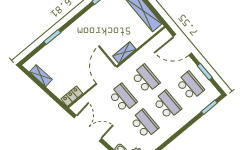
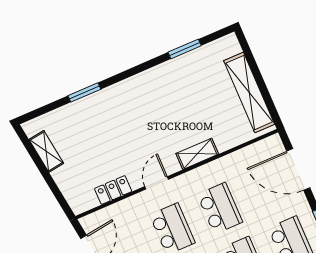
door: (107, 75) -> (157, 183), width x0.53
locker: (72, 96) -> (113, 190), moved

